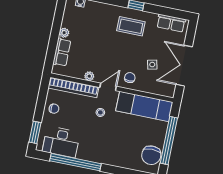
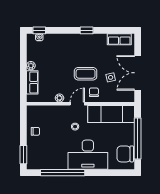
coffee table: (131, 26) -> (86, 74), moved
bookcase: (73, 87) -> (48, 110), removed
desk: (61, 142) -> (88, 155), moved, width x1.36, depth x1.30
chair: (151, 155) -> (125, 154), turned 90

